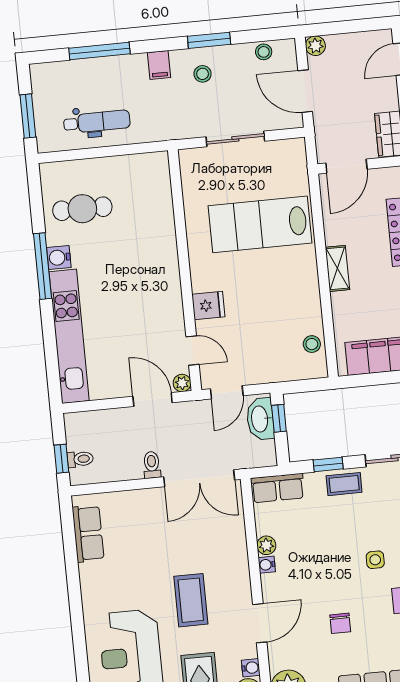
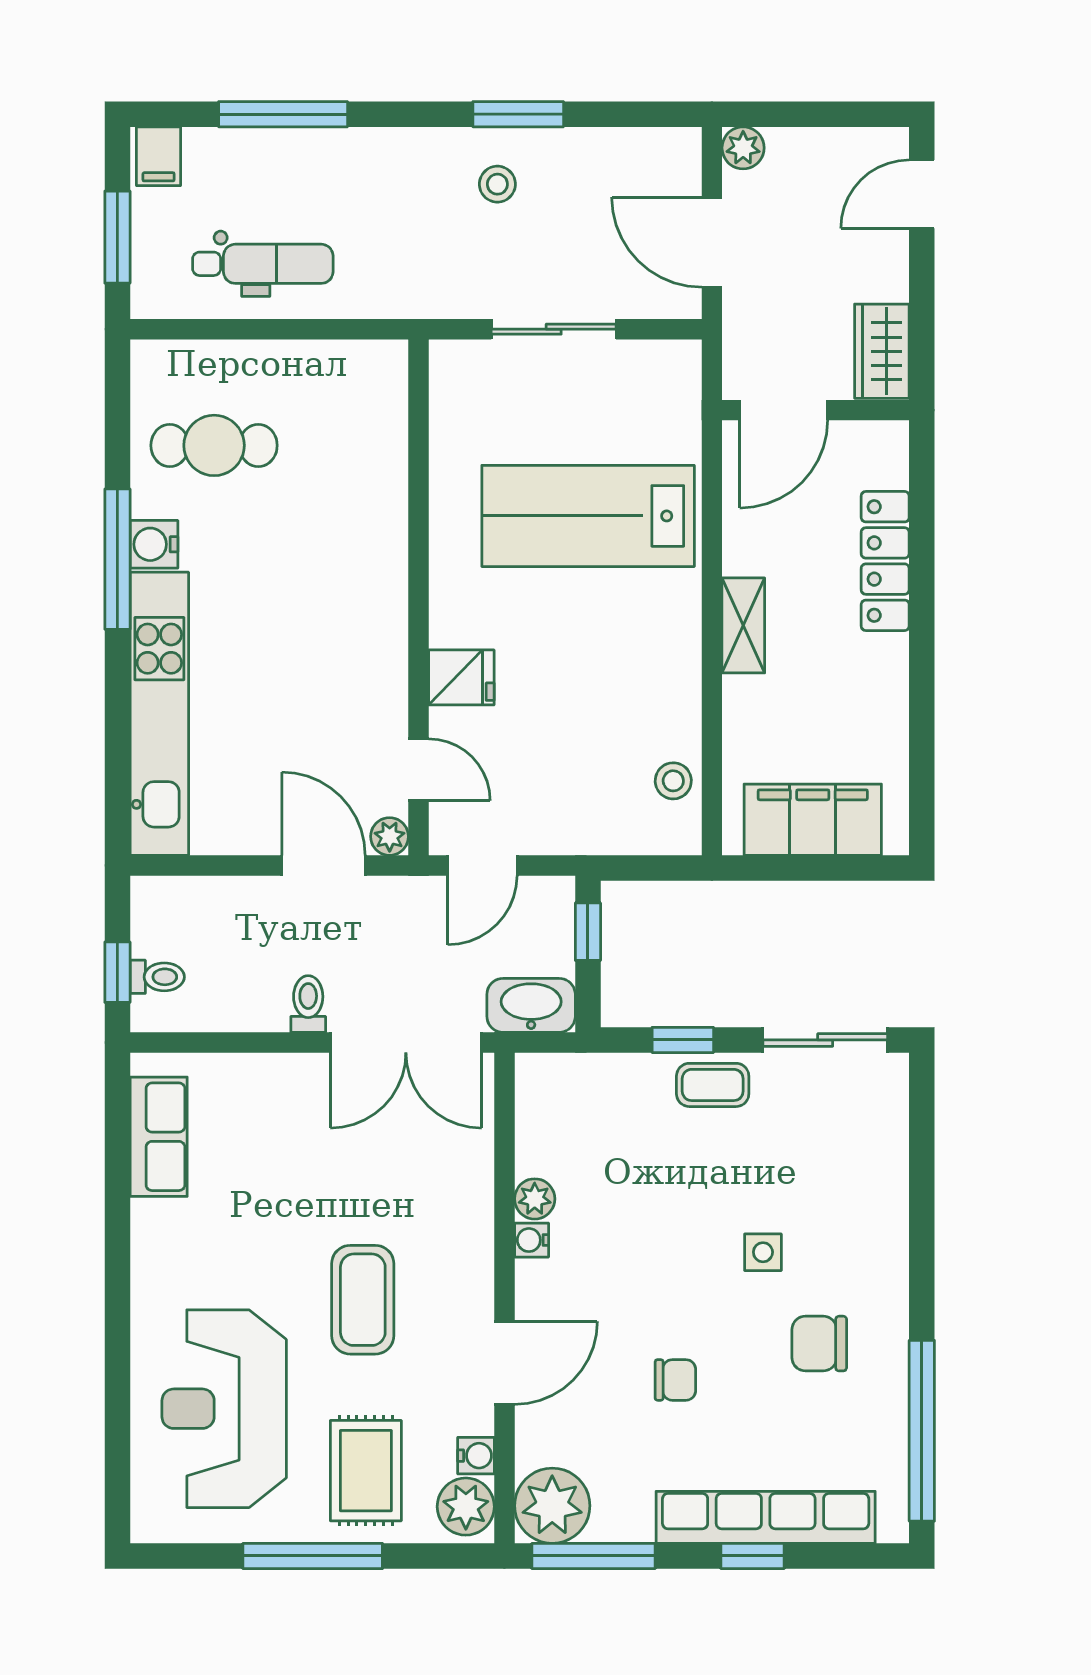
stool: (264, 52) -> (632, 150), removed
filing cabinet: (159, 65) -> (159, 156), moved
washbasin: (260, 419) -> (531, 1005), moved, turned 90
row of seats: (278, 488) -> (571, 1079), removed
chair: (340, 623) -> (675, 1380), turned -90

